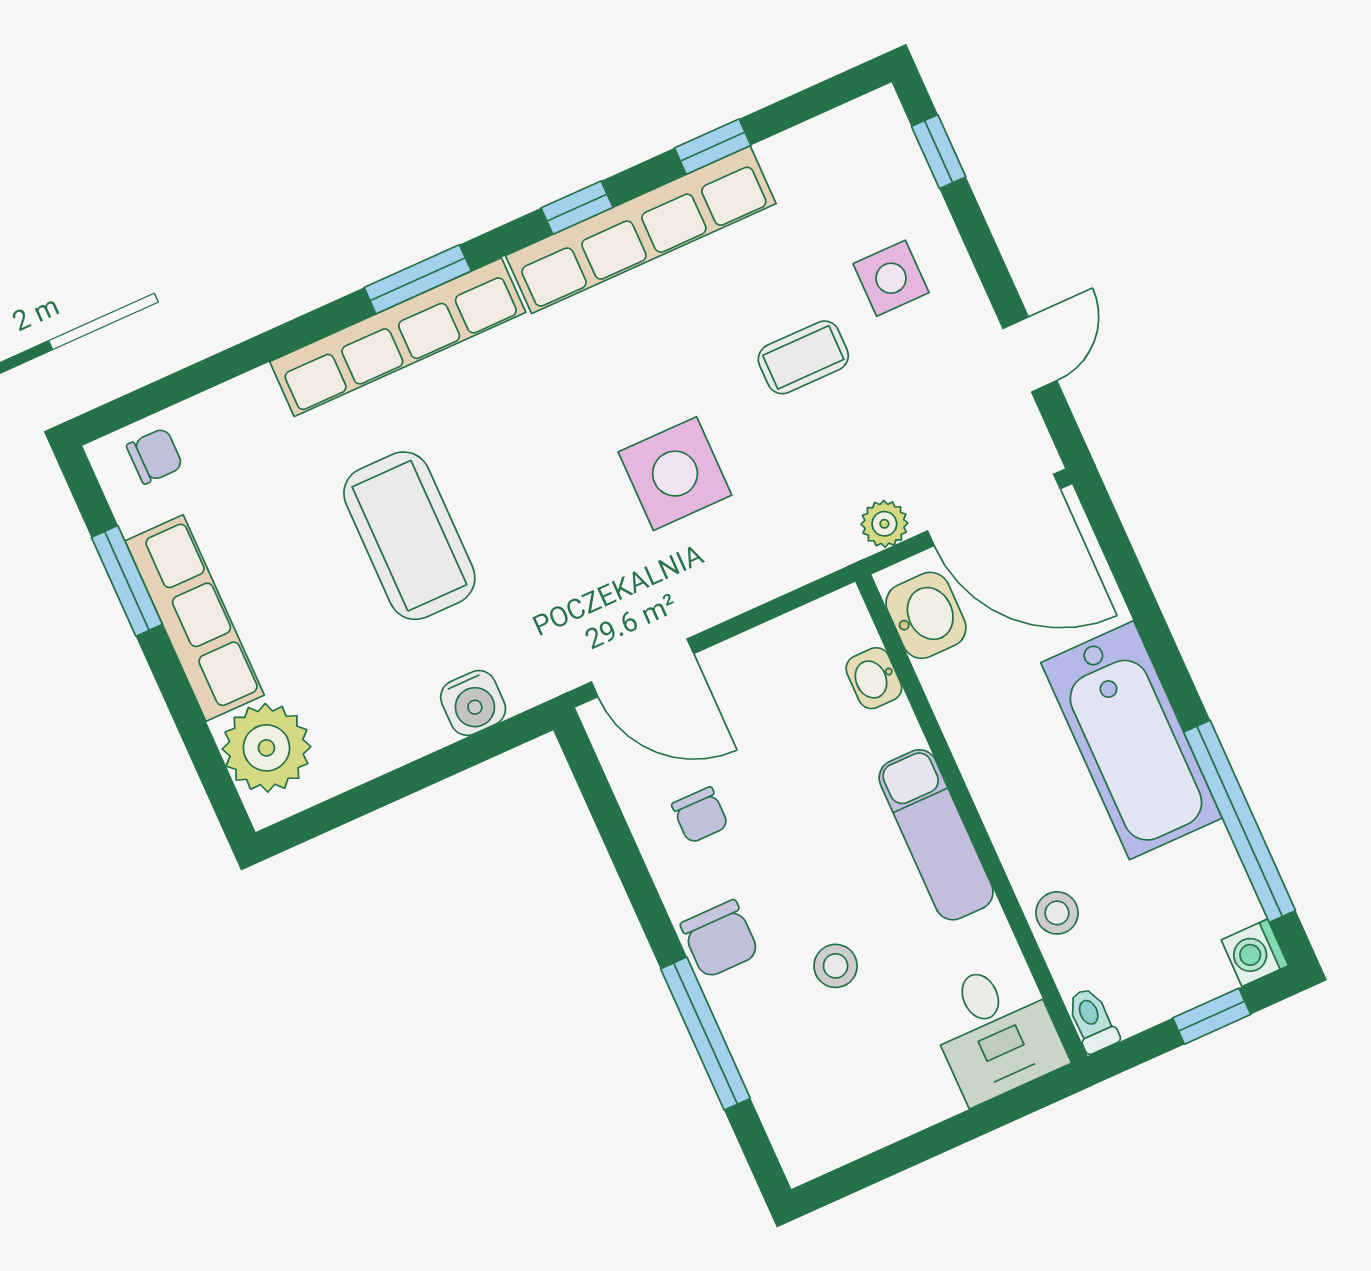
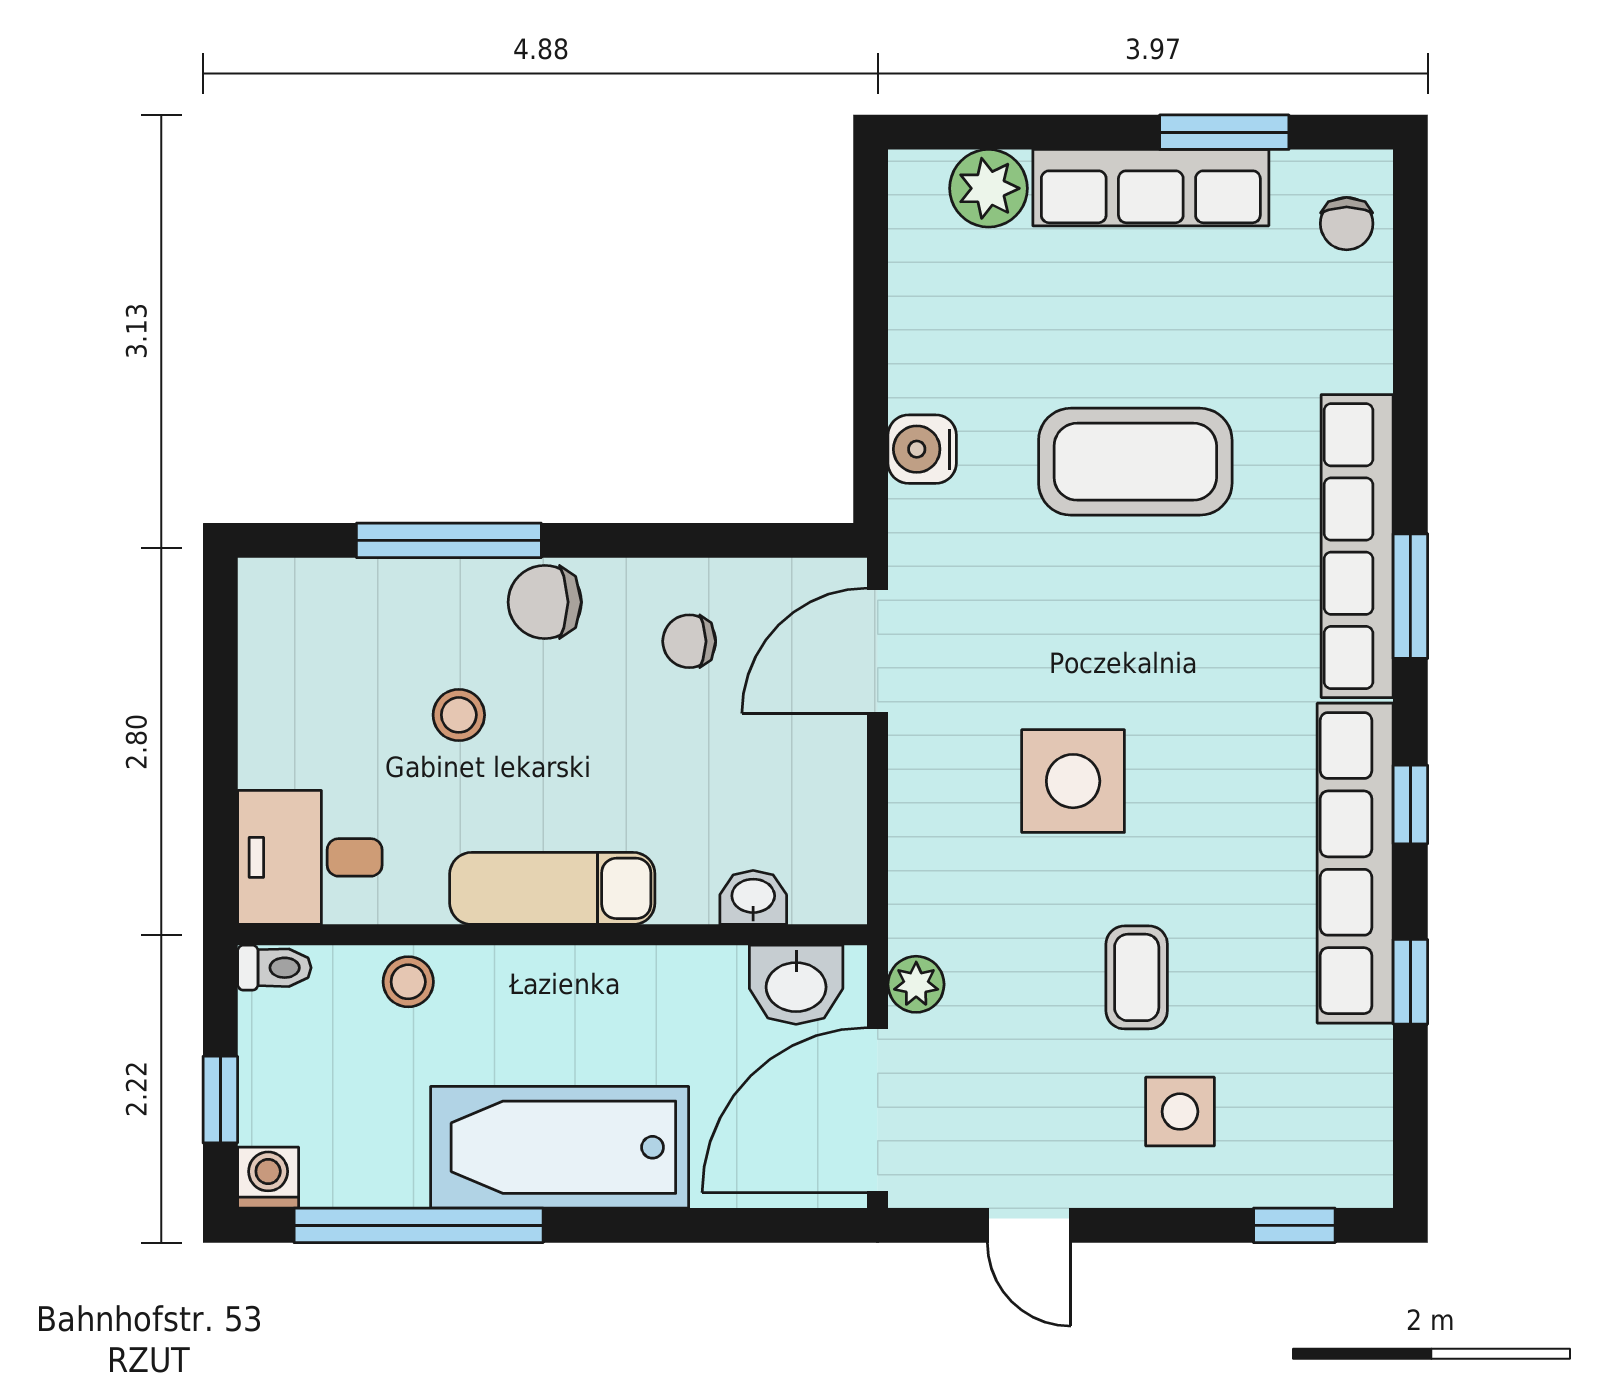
plant: (266, 748) -> (988, 188), width x0.73, depth x0.73

